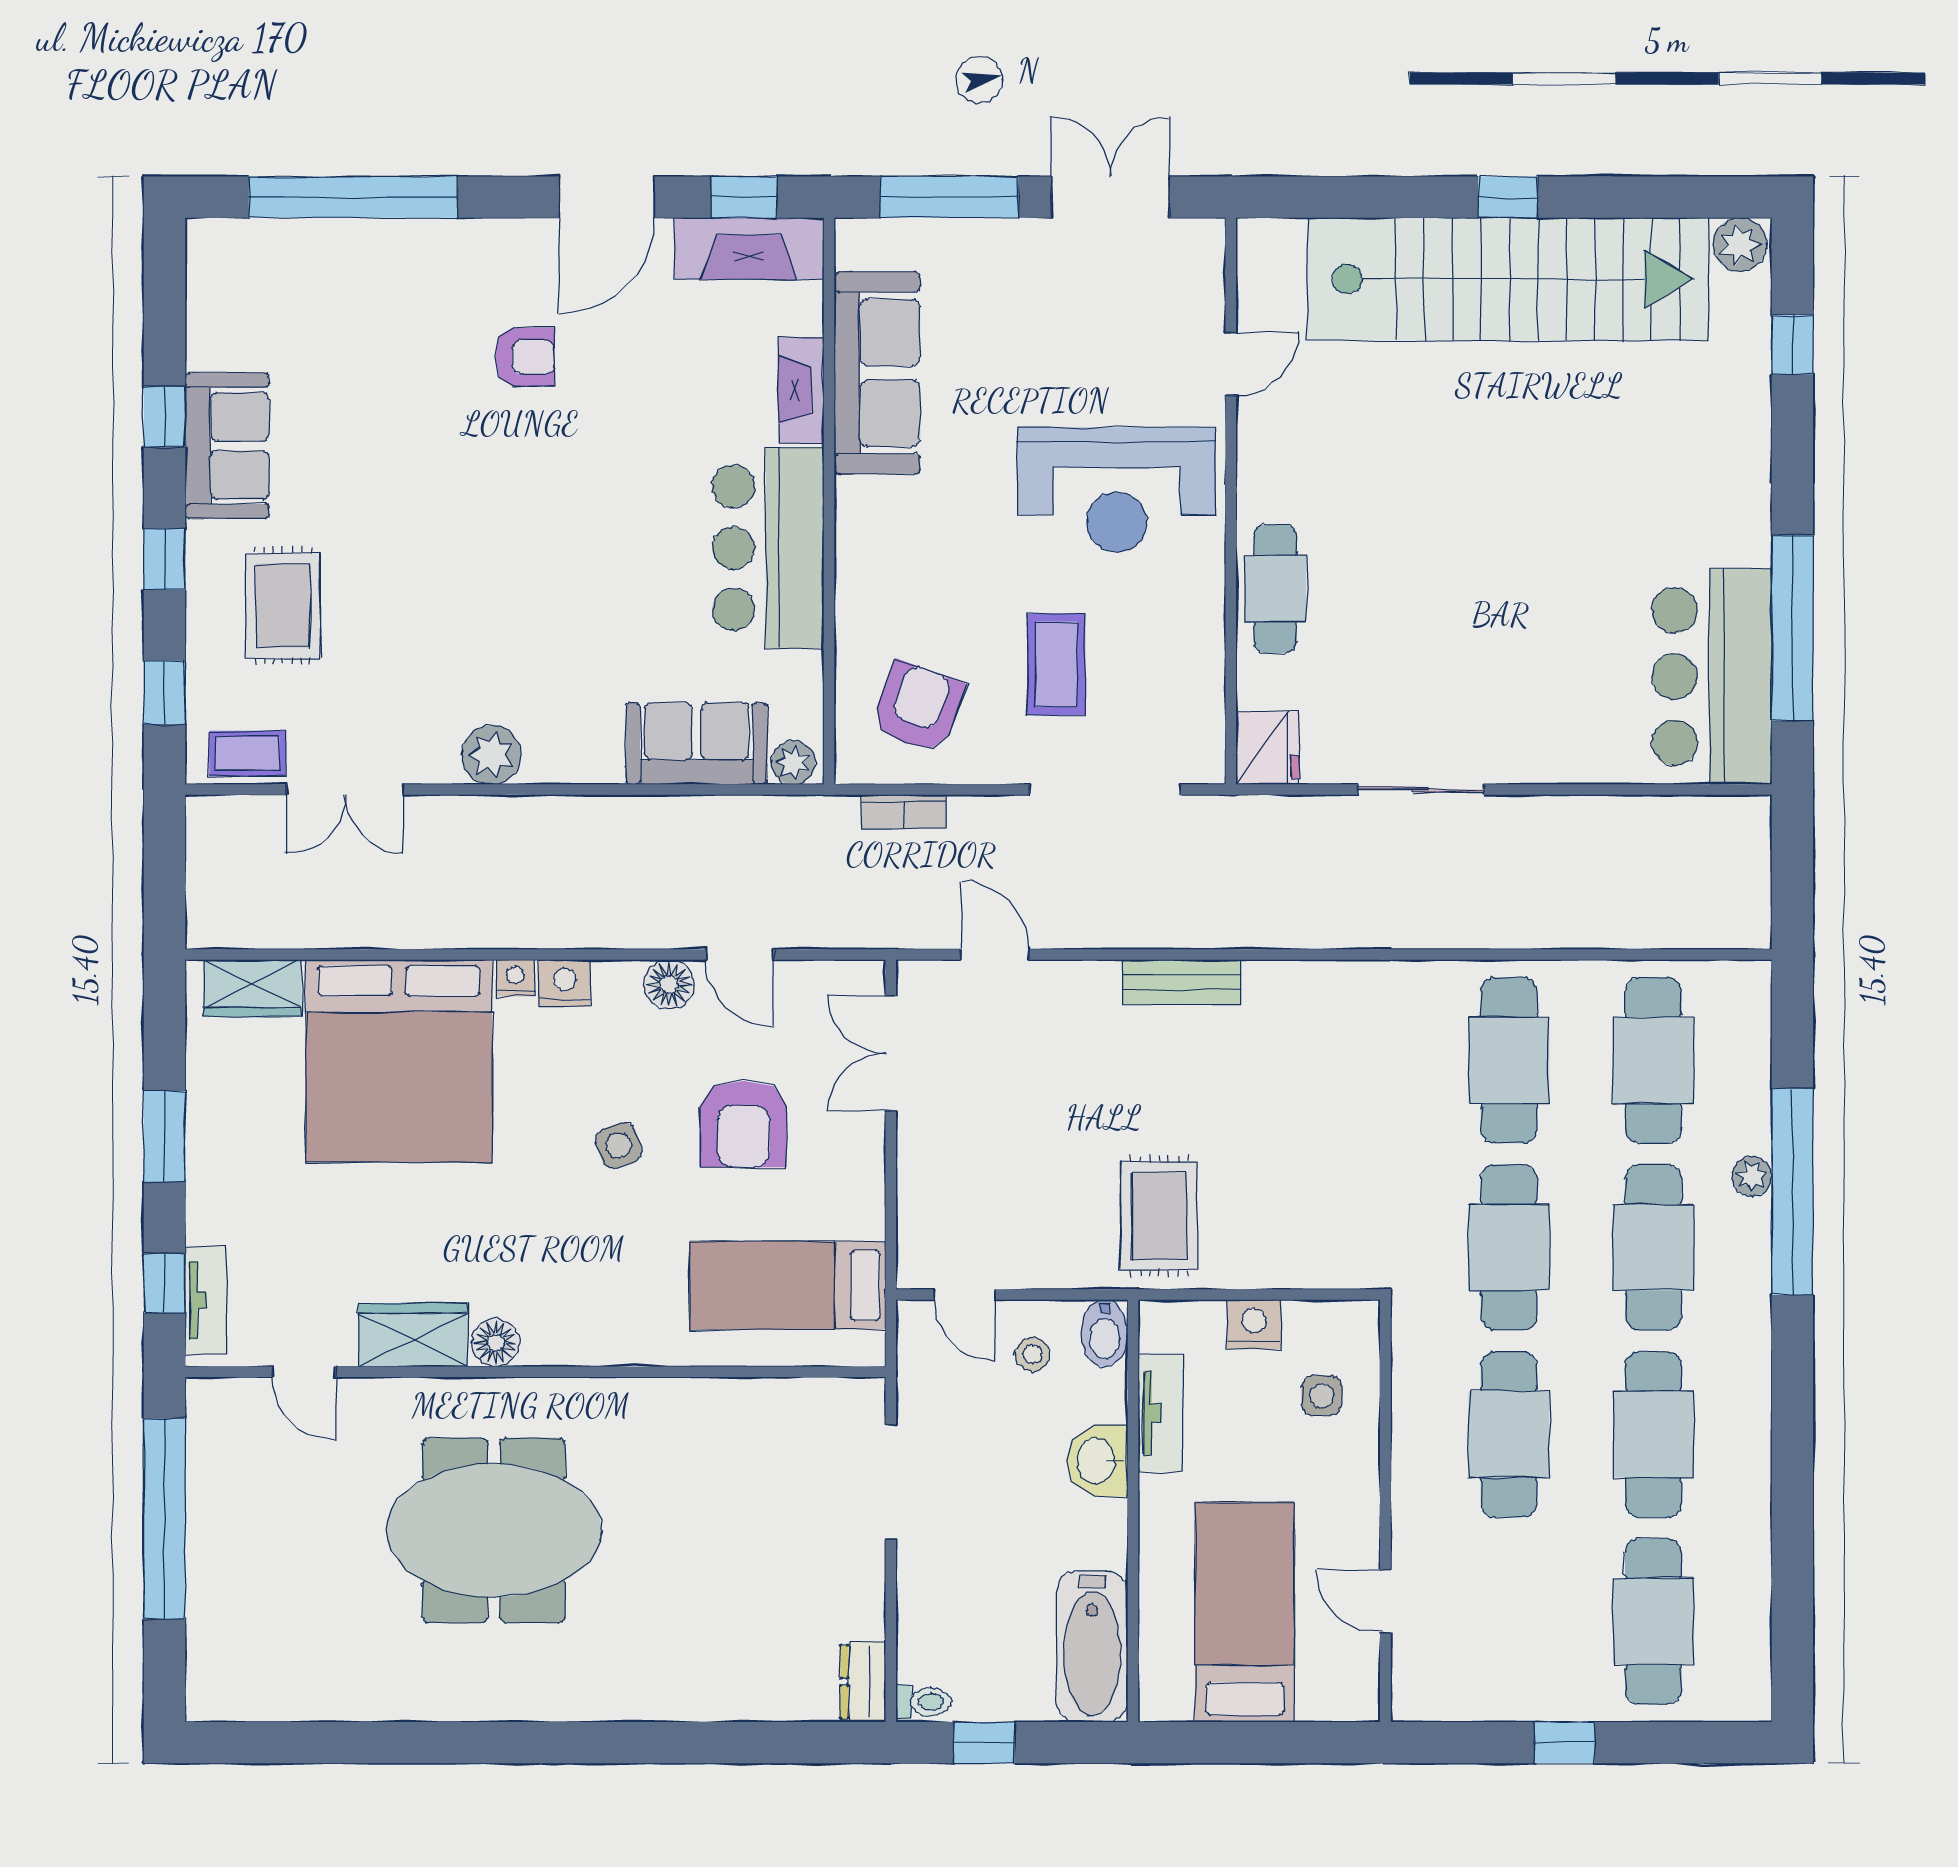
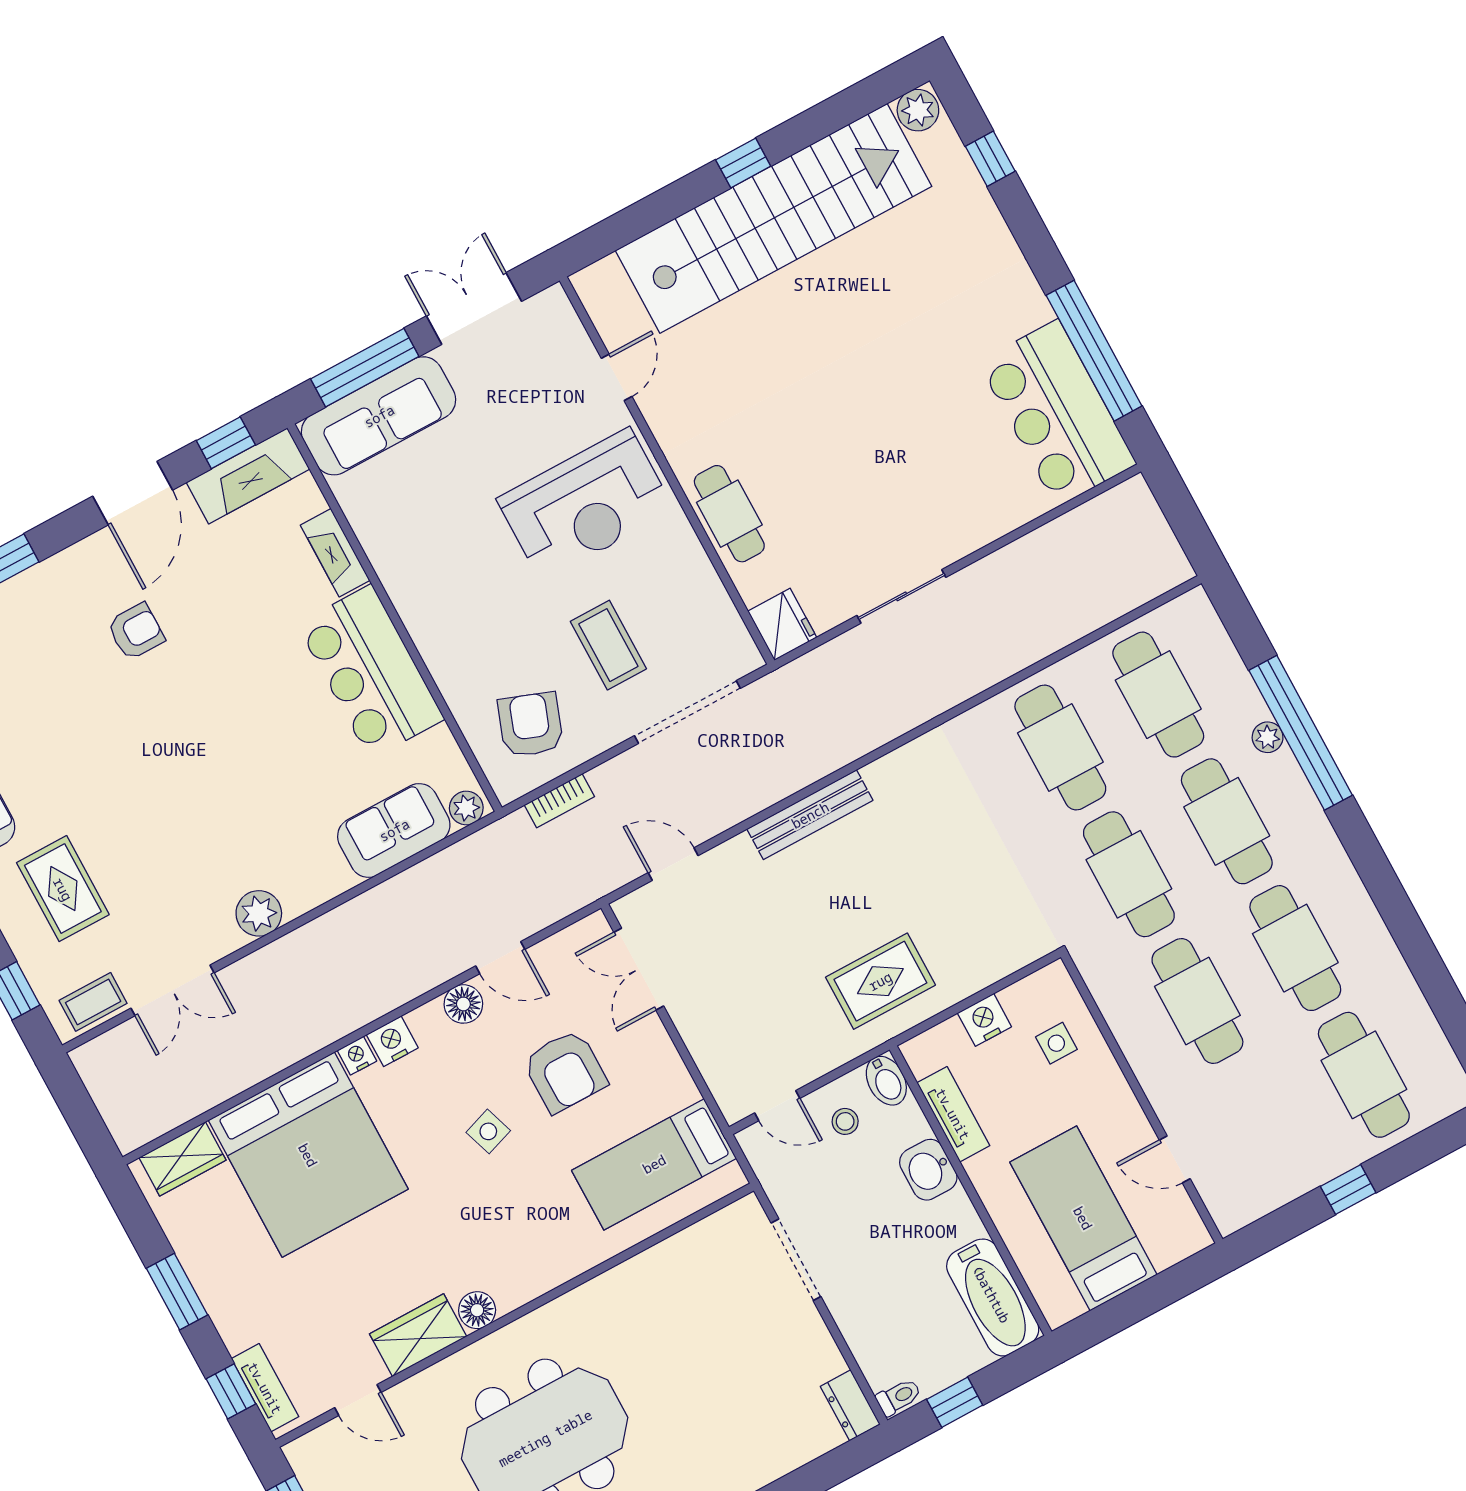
sofa: (877, 373) -> (379, 416), moved, turned 90
bench: (1181, 982) -> (810, 815), width x1.36
rug: (1159, 1216) -> (880, 981), turned 90

